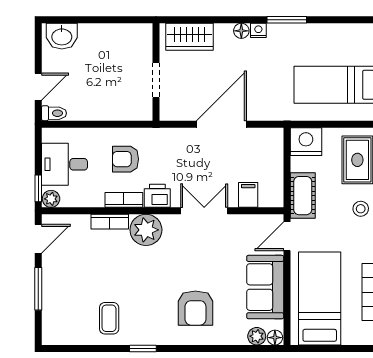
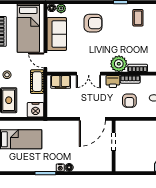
wardrobe: (190, 37) -> (96, 164), removed
door: (221, 124) -> (92, 119), moved
armchair: (126, 159) -> (129, 101), turned 90
filing cabinet: (248, 195) -> (61, 82), width x2.00
door: (287, 236) -> (45, 60), swing flipped
armchair: (195, 308) -> (93, 23), turned 90

